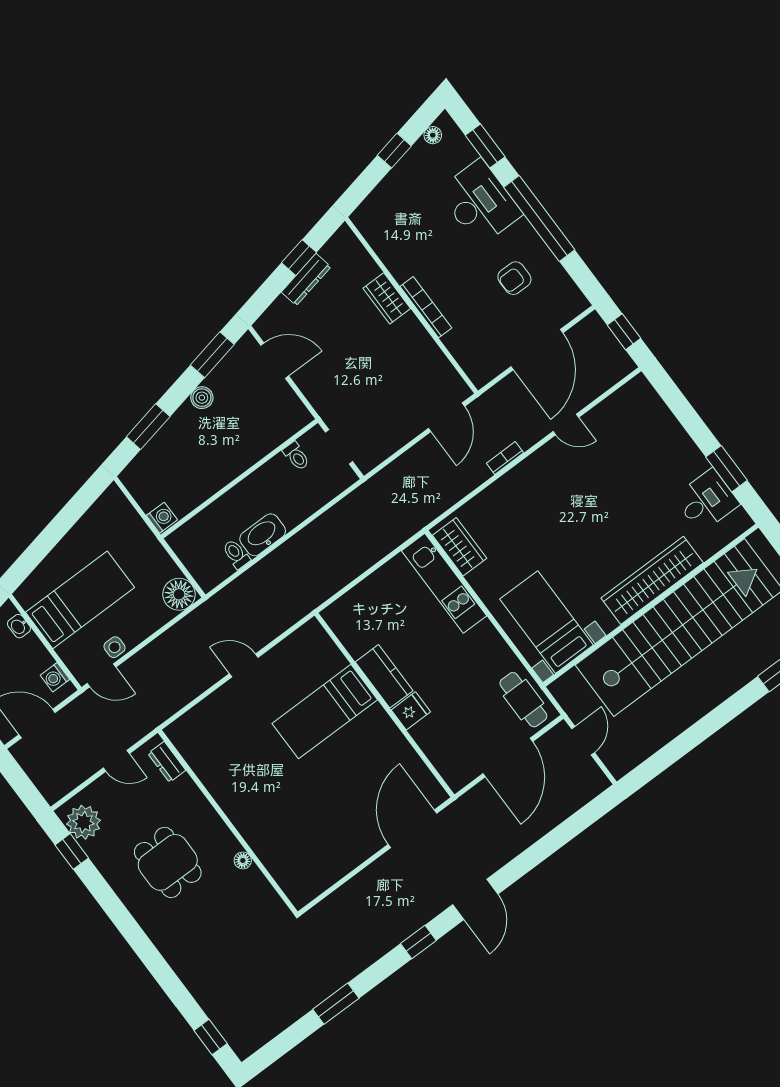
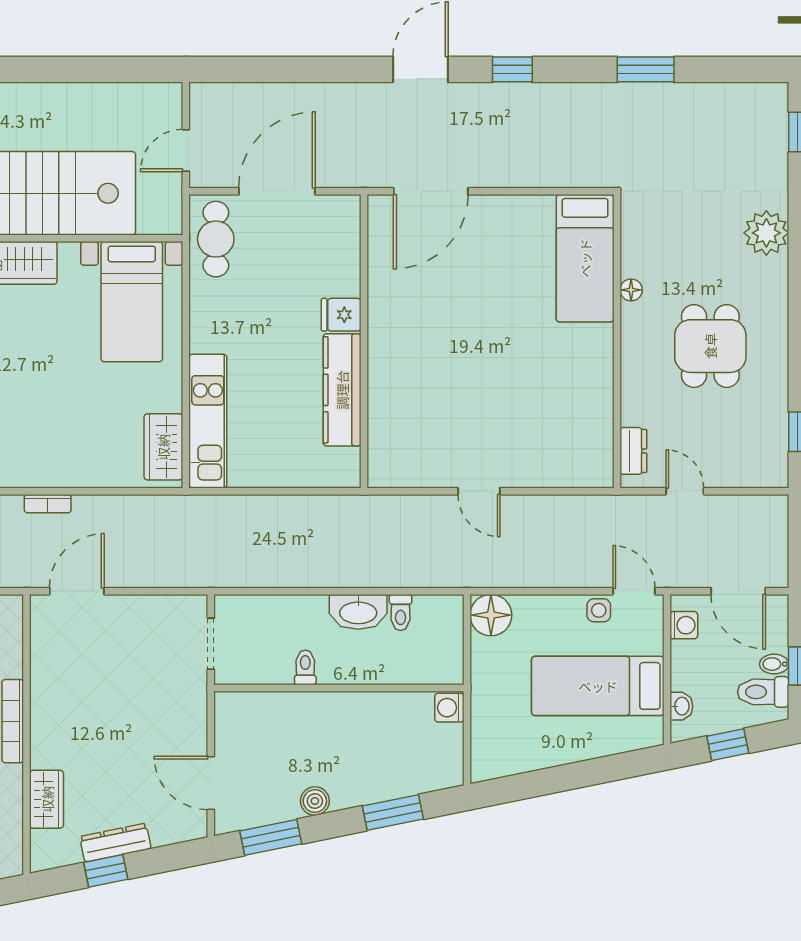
wardrobe: (387, 298) -> (47, 799), moved
toilet: (296, 456) -> (305, 667), moved
kitchen counter: (384, 676) -> (342, 390), width x1.50
bed: (325, 712) -> (585, 258), moved, turned 90
plant: (84, 822) -> (766, 233), moved

